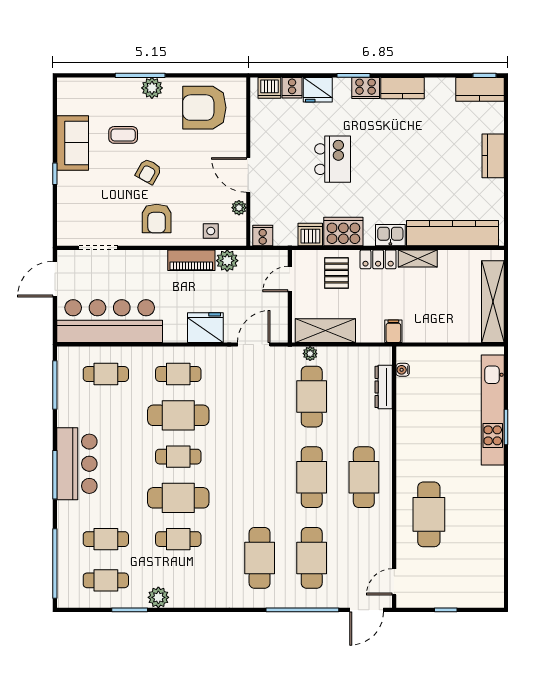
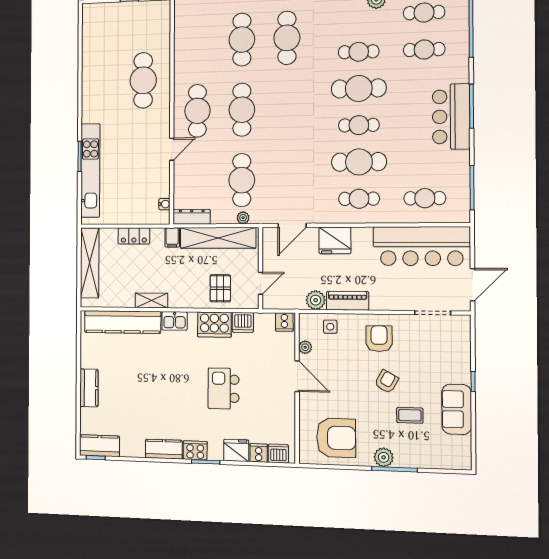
locker: (378, 259) -> (134, 236), moved, turned 180
shelving: (325, 331) -> (218, 238), width x1.47
dresser: (384, 387) -> (192, 217), moved, turned -90
door: (394, 582) -> (172, 149), moved

